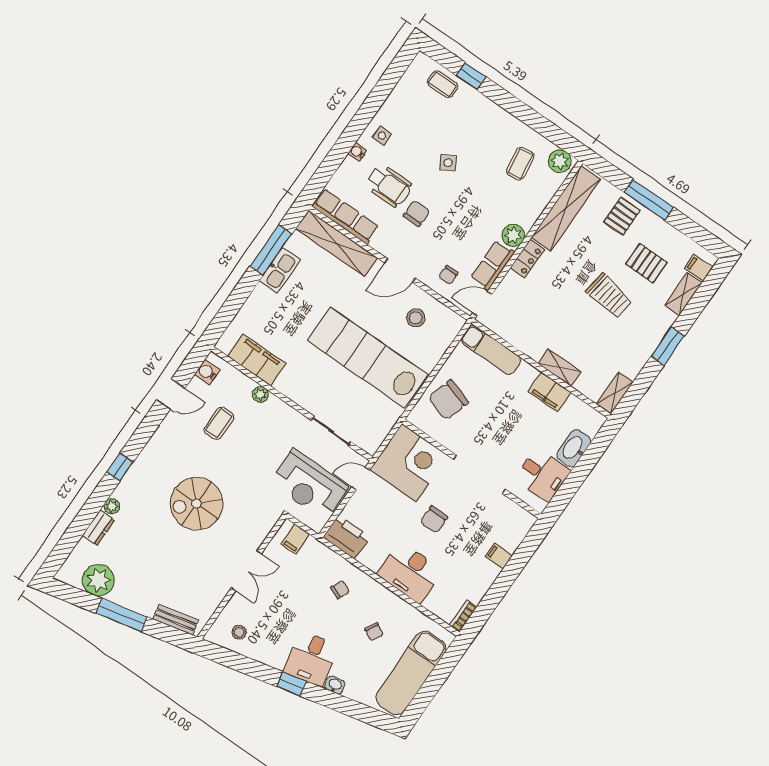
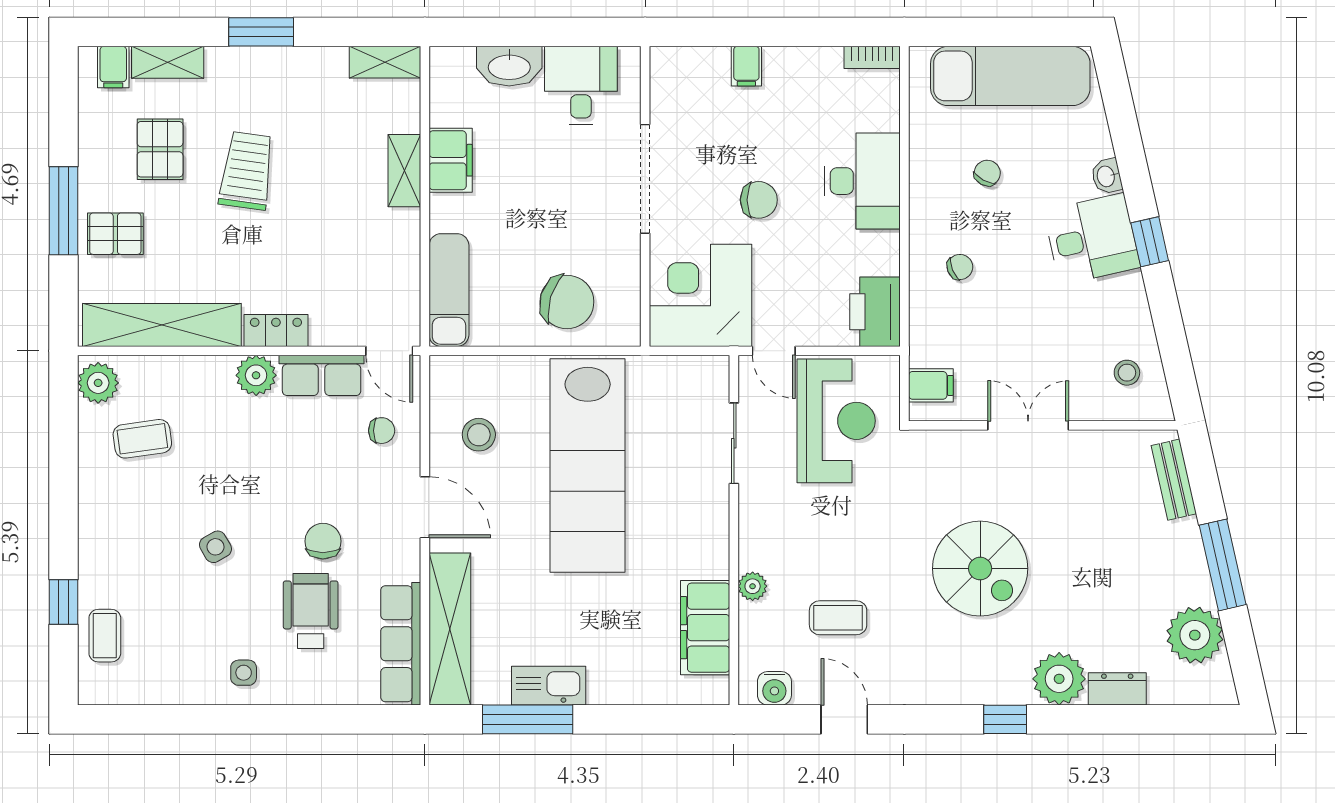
water cooler: (357, 152) -> (293, 692), removed
chair: (417, 213) -> (323, 541), turned 90
plant: (112, 506) -> (1059, 679), width x1.87, depth x1.87
chair: (340, 590) -> (960, 267), turned 134

